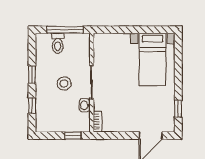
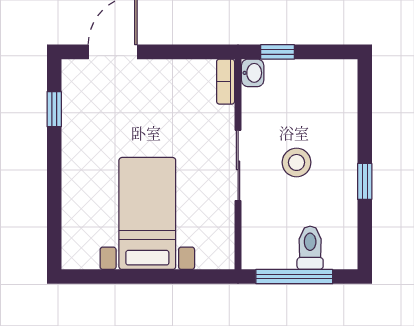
bed with nightstands: (153, 59) -> (147, 213), moved
washbasin: (85, 105) -> (253, 73), moved
window: (32, 106) -> (365, 116), removed

